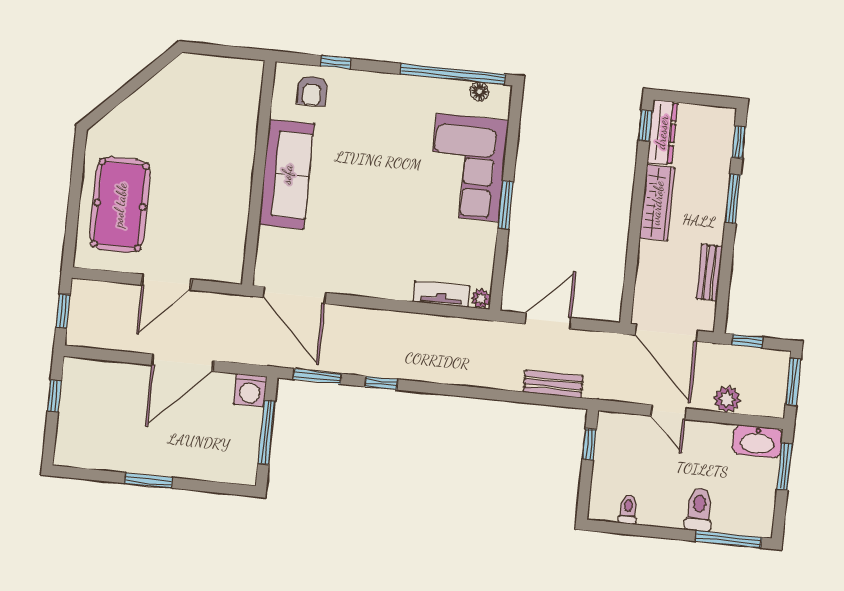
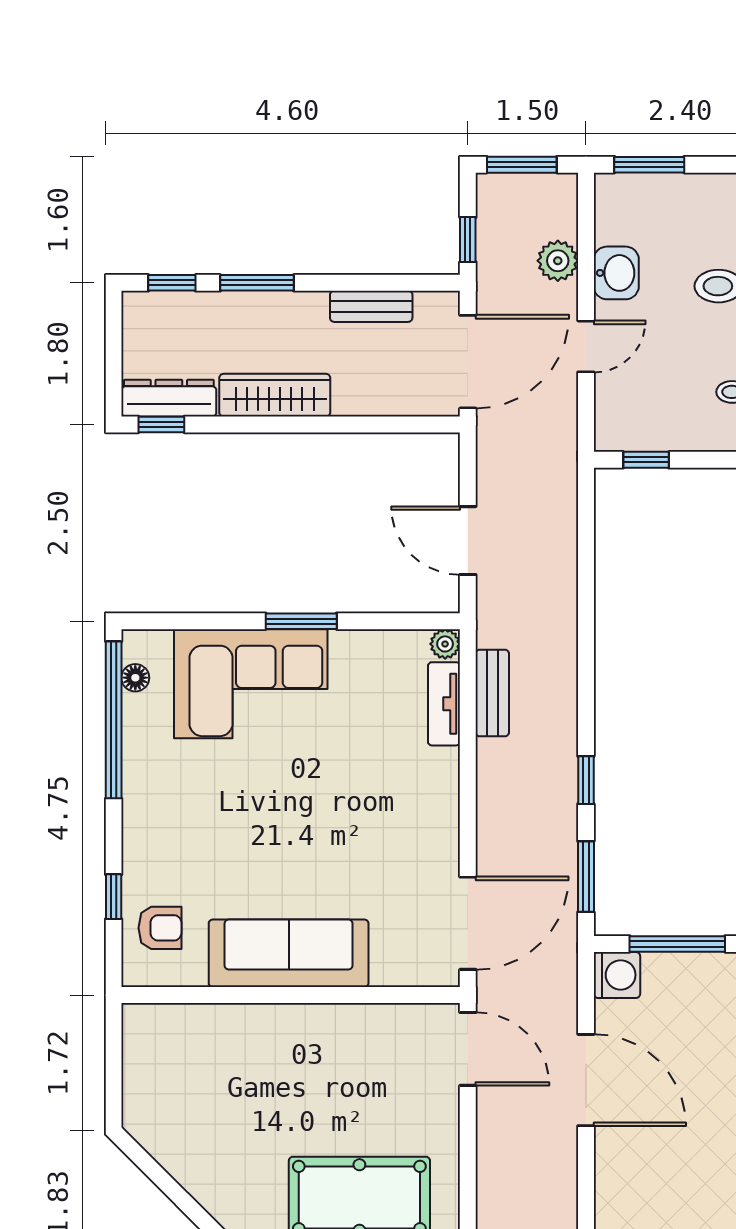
door: (166, 282) -> (468, 1049), moved
bench: (553, 384) -> (492, 693), moved
washbasin: (757, 441) -> (616, 273), moved, width x0.72

